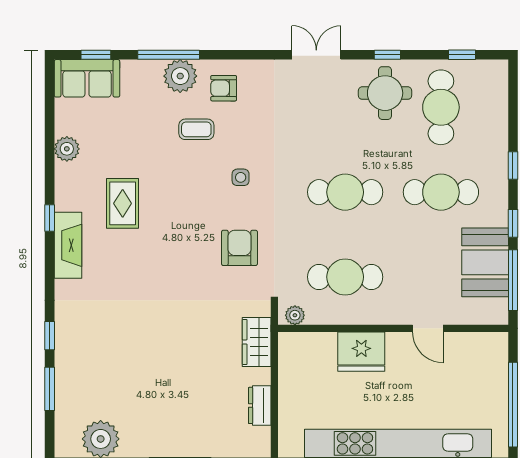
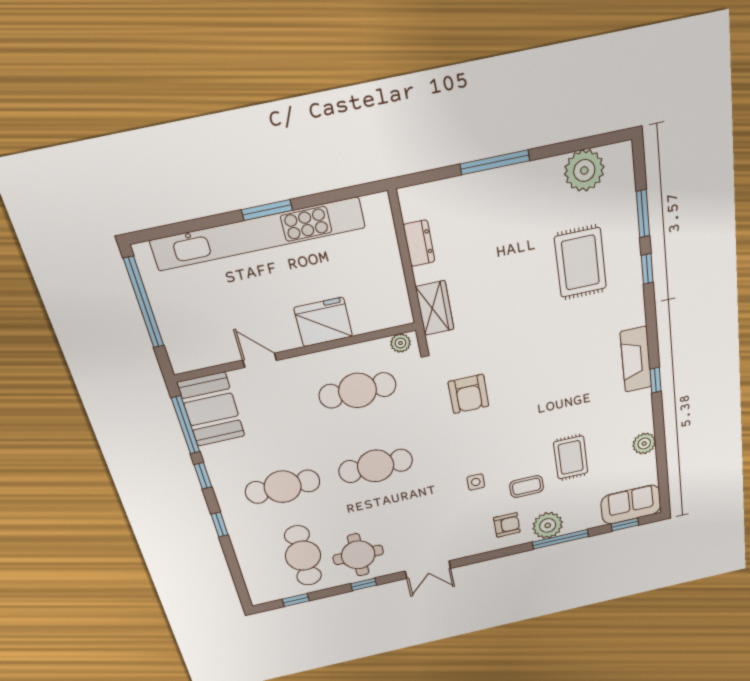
side table: (241, 177) -> (476, 482), moved
rug: (123, 203) -> (571, 457), moved
booth: (485, 262) -> (211, 409), moved
rug: (113, 355) -> (580, 263), added

